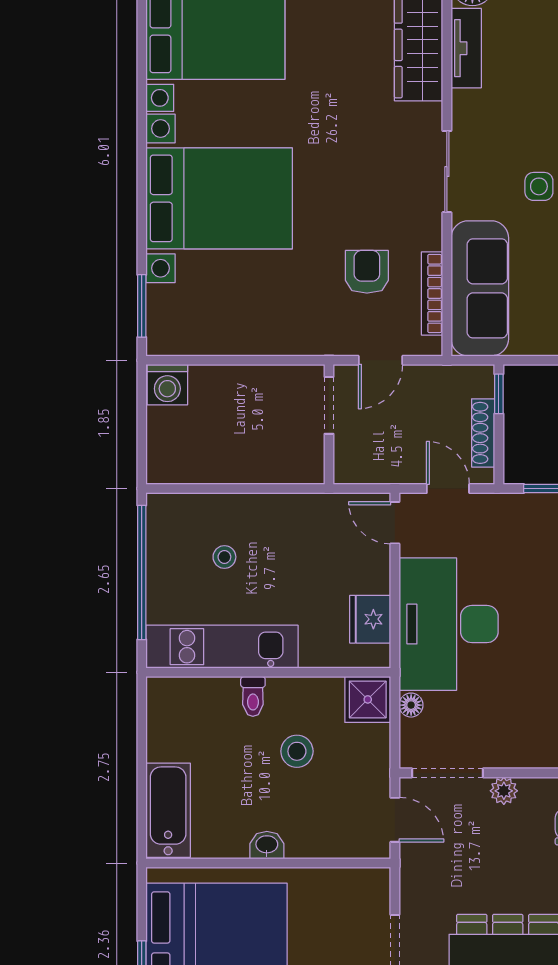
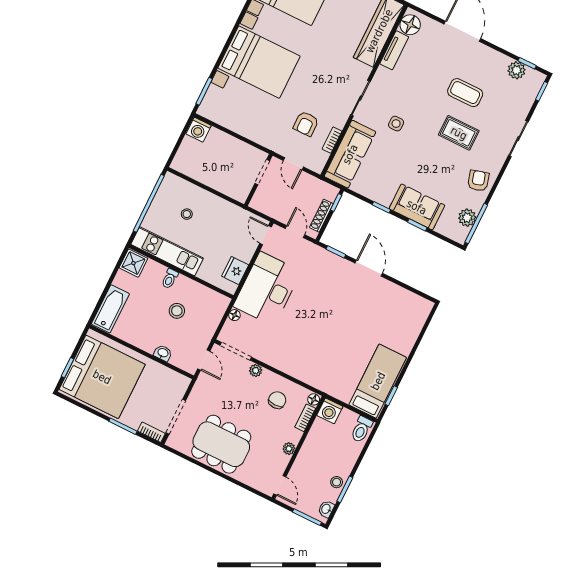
armchair: (367, 272) -> (306, 124), turned 180
bookcase: (432, 294) -> (332, 140), width x0.64
door: (380, 360) -> (293, 164), hinge flipped
shower: (368, 699) -> (133, 263), moved
washbasin: (267, 845) -> (163, 353), moved

